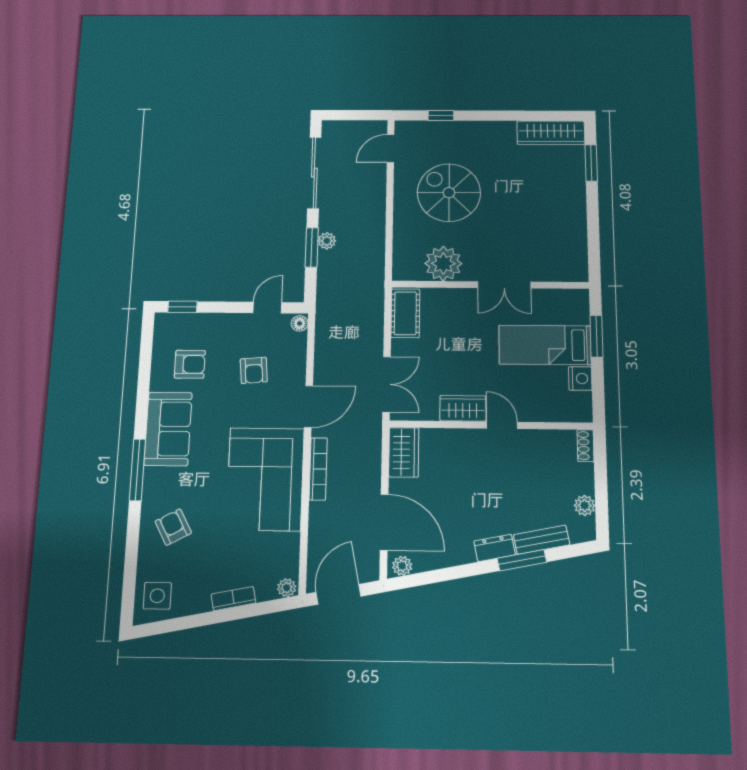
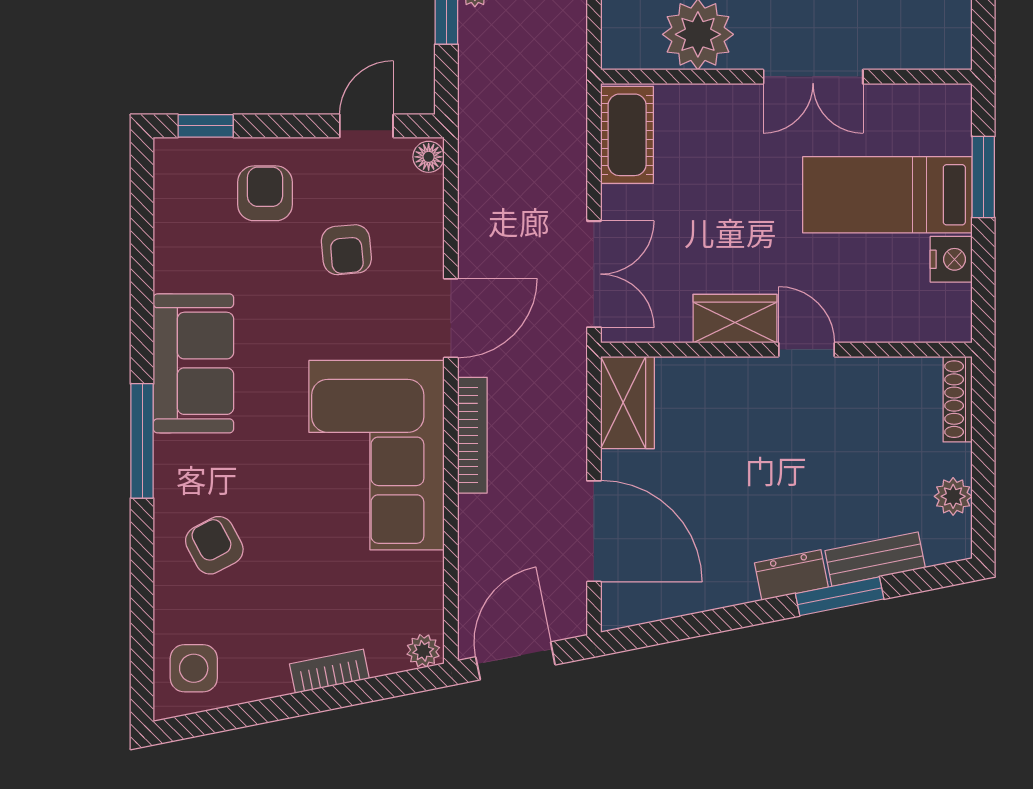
armchair: (190, 364) -> (265, 193), moved, turned -90
shoe rack: (586, 446) -> (958, 399), width x1.43
plant: (402, 566) -> (627, 609), removed

